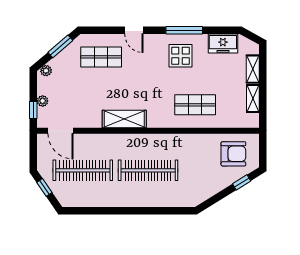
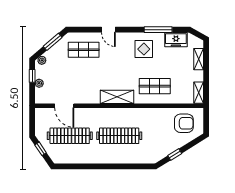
window: (184, 30) -> (158, 30), moved
shelving: (253, 98) -> (199, 93), moved
window: (33, 110) -> (32, 76), moved
shelving: (124, 119) -> (117, 97), moved
door: (60, 131) -> (64, 106), moved
window: (242, 182) -> (175, 154), moved

